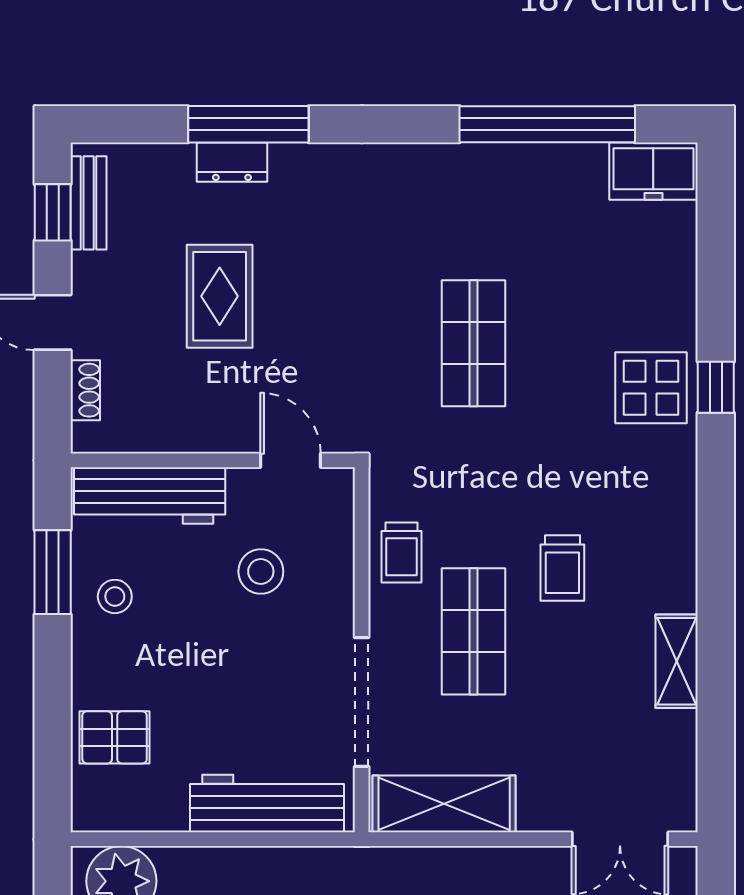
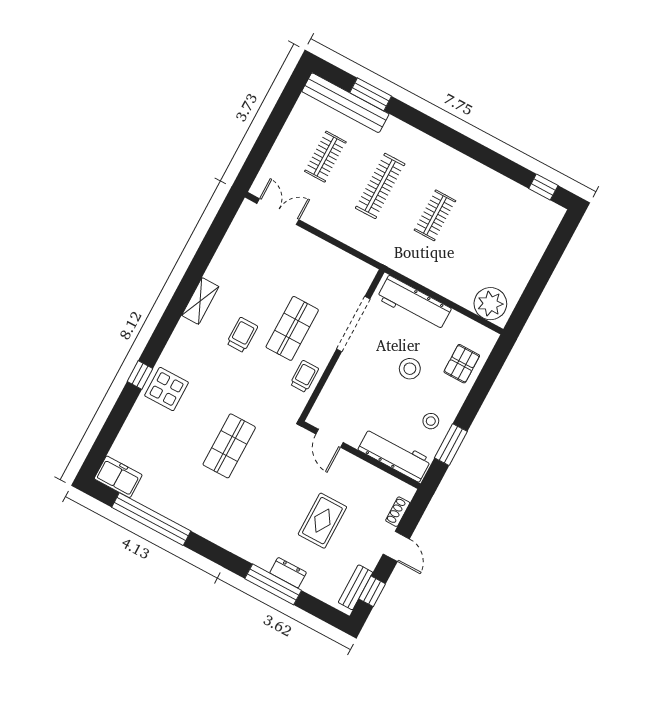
stool: (261, 572) -> (410, 369), moved
shelving: (677, 661) -> (200, 301), moved
pallet: (115, 737) -> (462, 364), turned 90
shelving: (444, 804) -> (342, 265), removed

